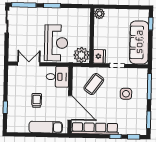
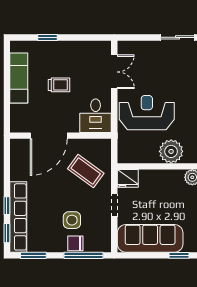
reception desk: (56, 43) -> (147, 113), turned 180
plant: (81, 55) -> (171, 151), moved
chair: (141, 92) -> (75, 243), added
exam couch: (46, 127) -> (19, 78), moved
row of seats: (95, 128) -> (18, 217), moved

